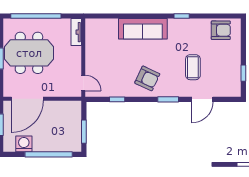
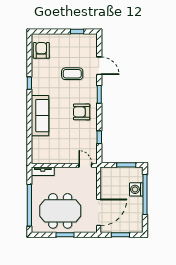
meeting table: (29, 53) -> (60, 211), turned 90
armchair: (147, 78) -> (82, 112), turned -115
door: (83, 83) -> (85, 165), hinge flipped
door: (27, 99) -> (99, 212), hinge flipped
washing machine: (24, 144) -> (136, 189), moved

